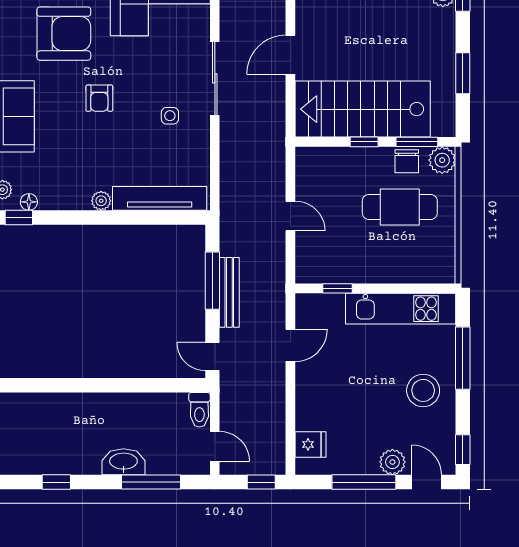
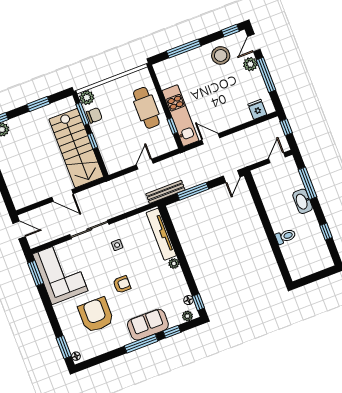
cafe table: (400, 207) -> (146, 108), moved
bench: (229, 292) -> (165, 192), moved
kitchen unit: (401, 309) -> (180, 116), moved
stool: (423, 390) -> (221, 55), moved
toilet: (199, 410) -> (286, 236), moved

